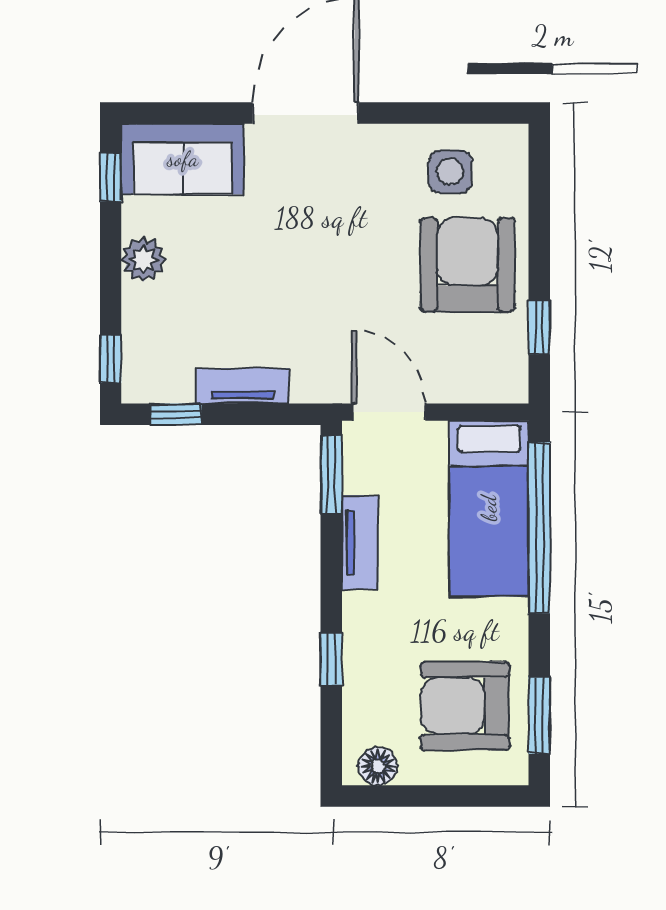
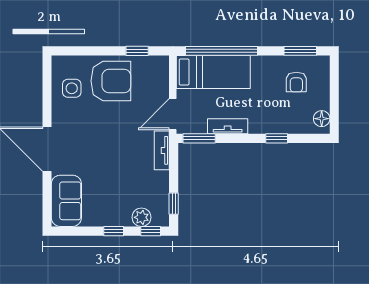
window: (111, 177) -> (114, 231), moved
plant: (143, 259) -> (141, 217), moved
armchair: (468, 265) -> (111, 81), turned 180
tv unit: (243, 386) -> (162, 150), moved
armchair: (465, 706) -> (296, 82), width x0.53, depth x0.53

